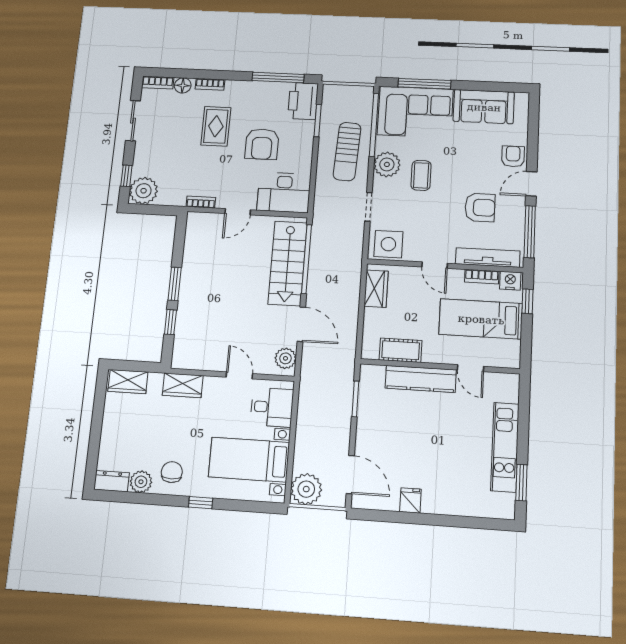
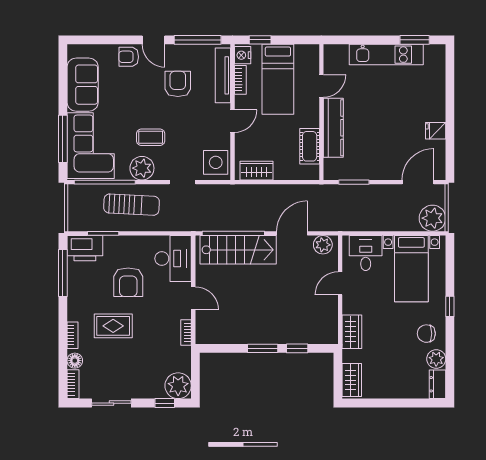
armchair: (262, 144) -> (128, 282), turned 90

